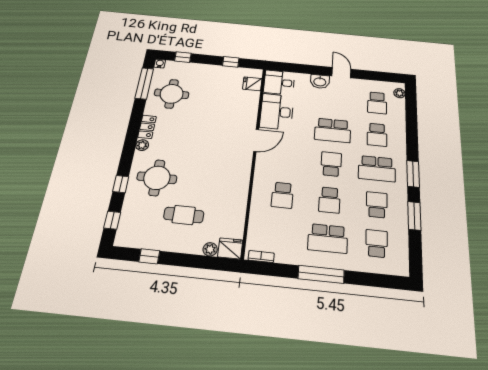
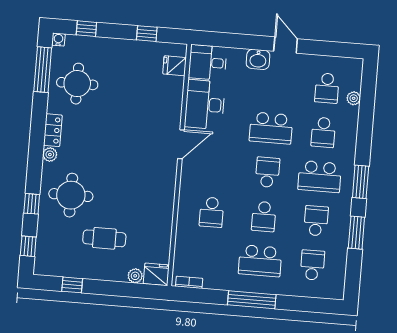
plant: (399, 93) -> (354, 98), moved

